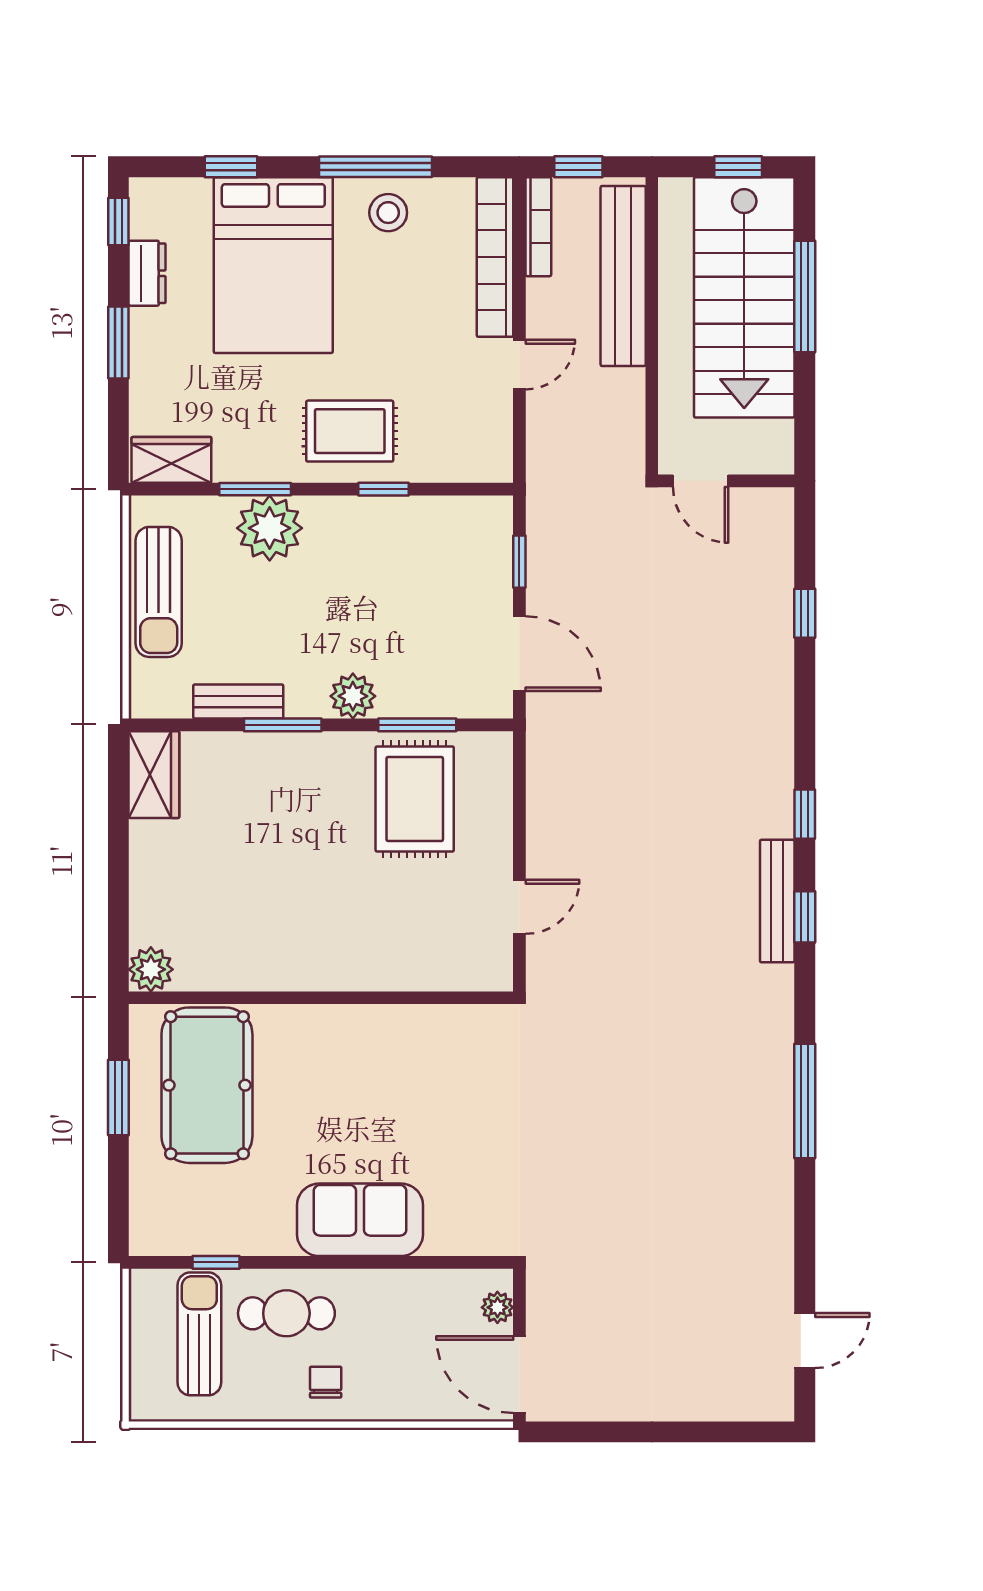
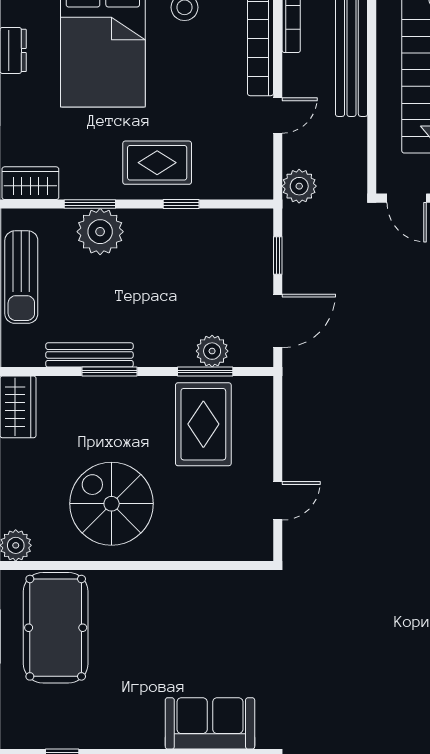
plant: (550, 464) -> (299, 186), added
door: (519, 654) -> (278, 321), hinge flipped
plant: (353, 696) -> (212, 351), moved
bench: (238, 701) -> (89, 355), width x1.36
spiral stairs: (286, 911) -> (112, 504), added
sofa: (360, 1220) -> (210, 723), moved

